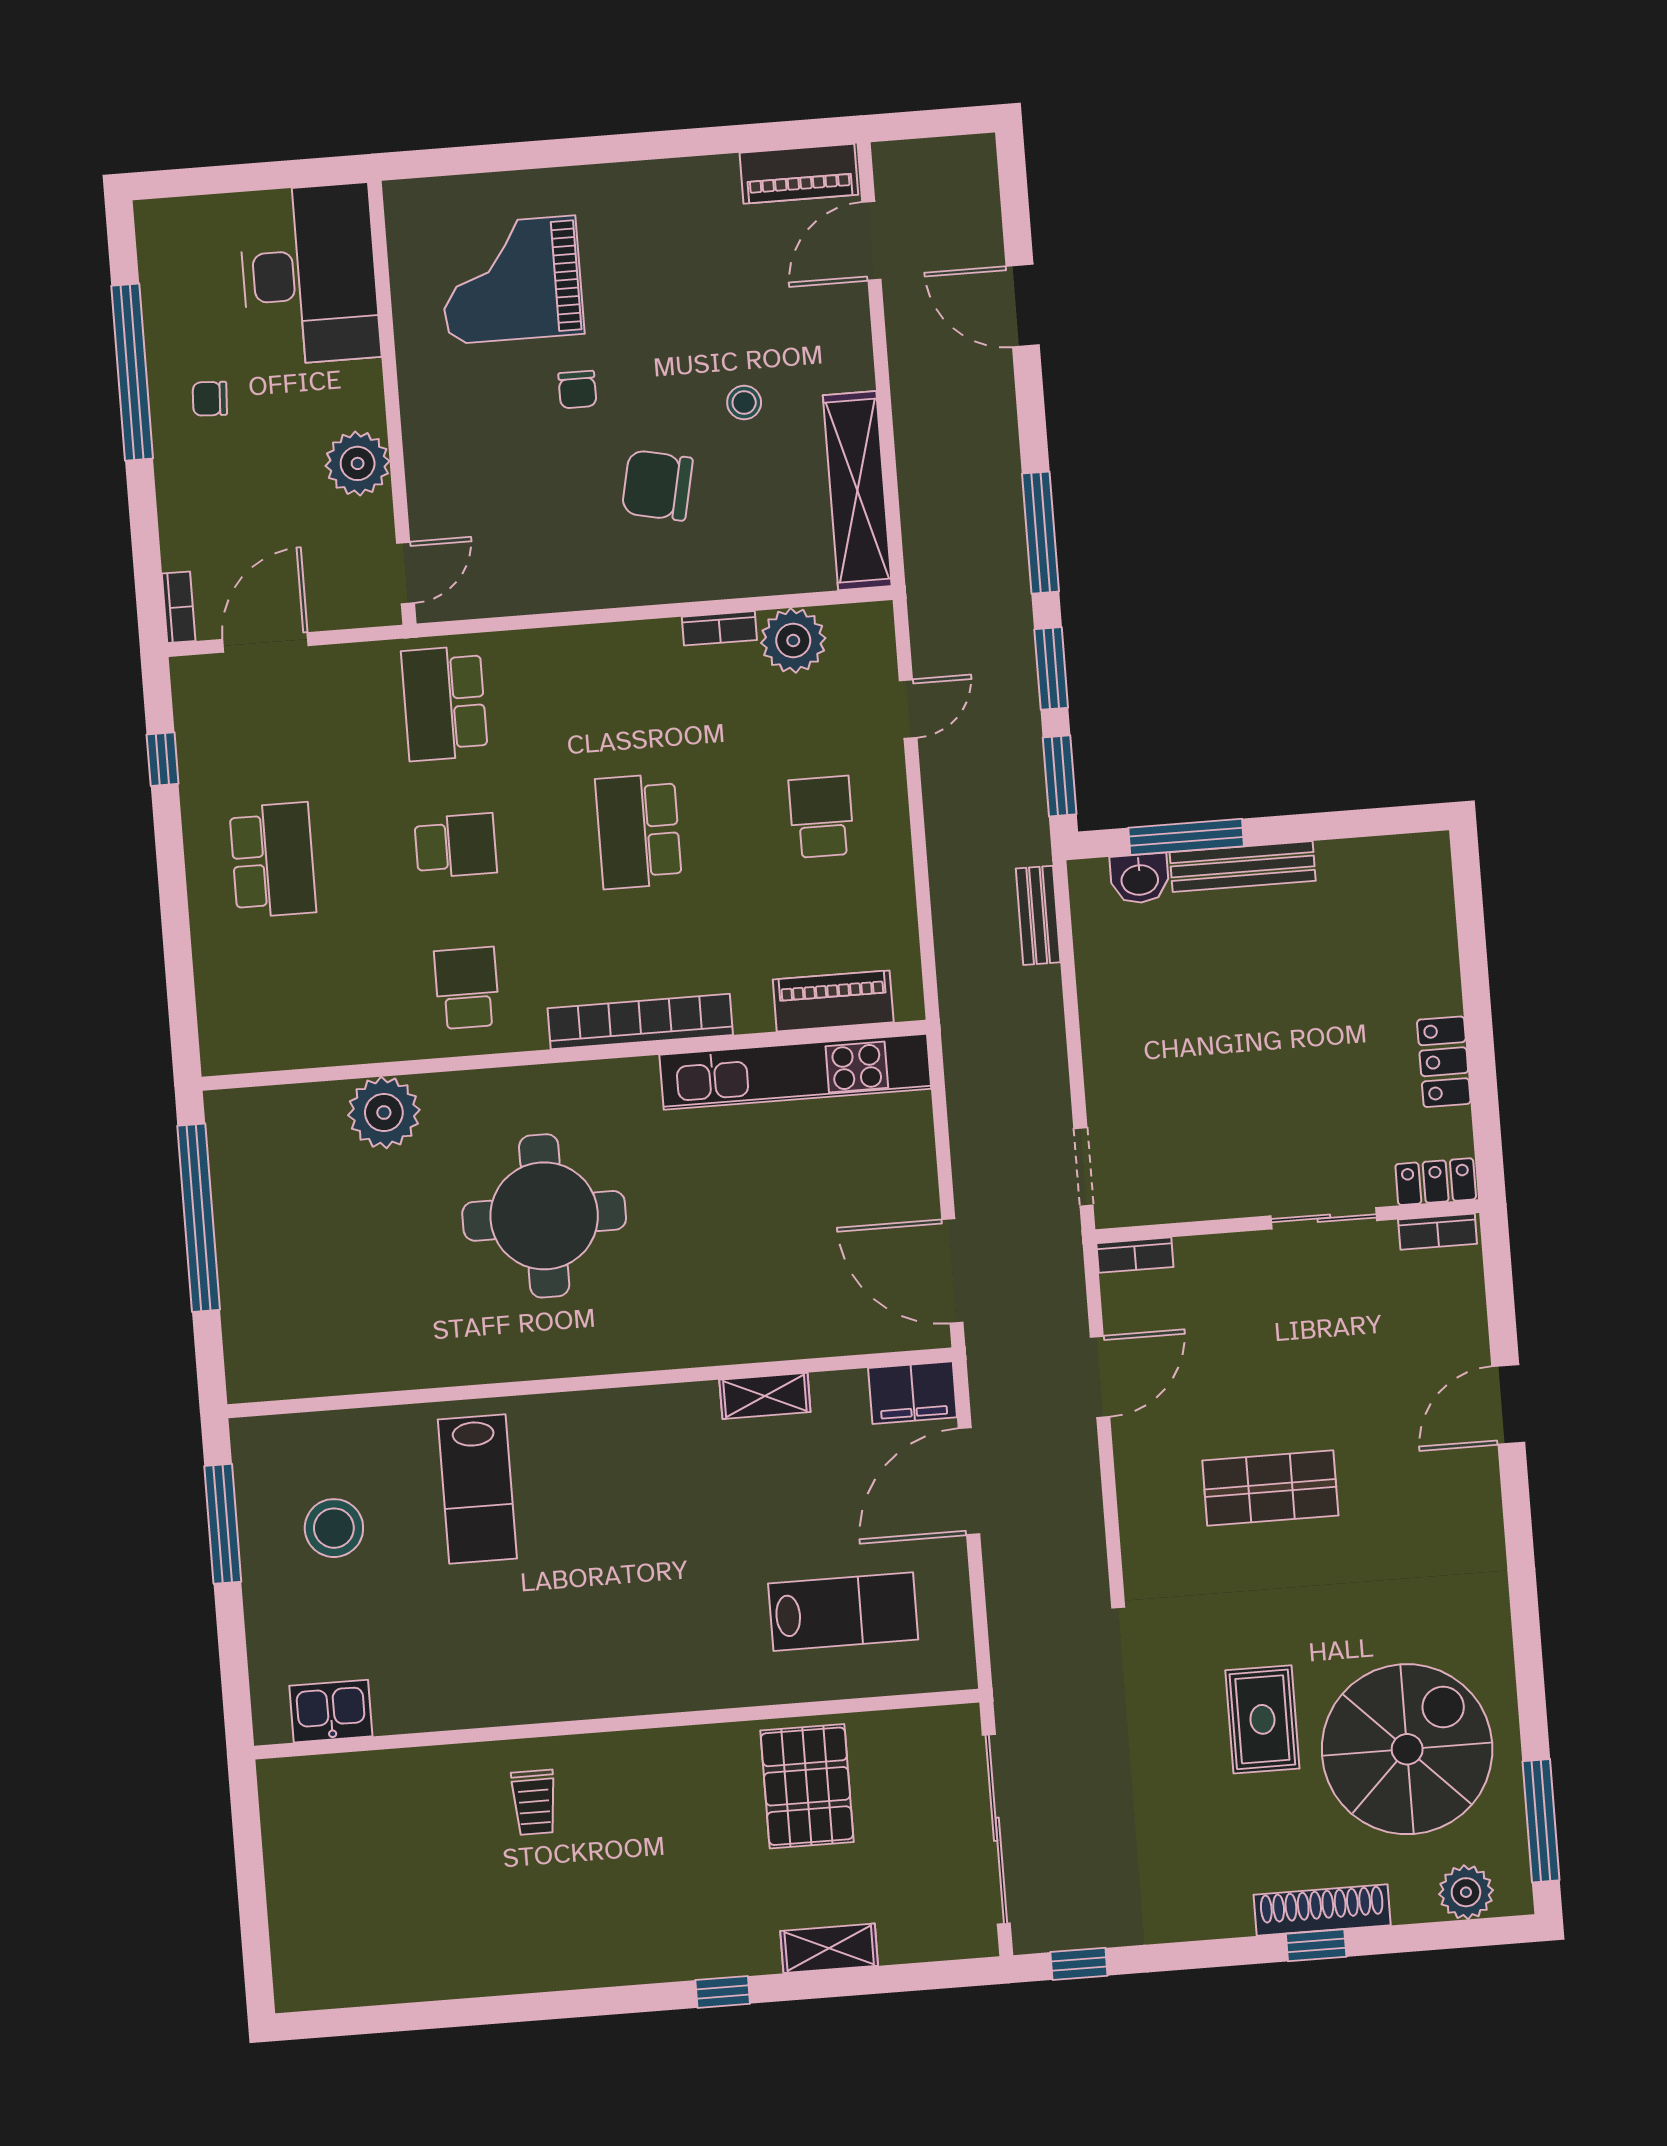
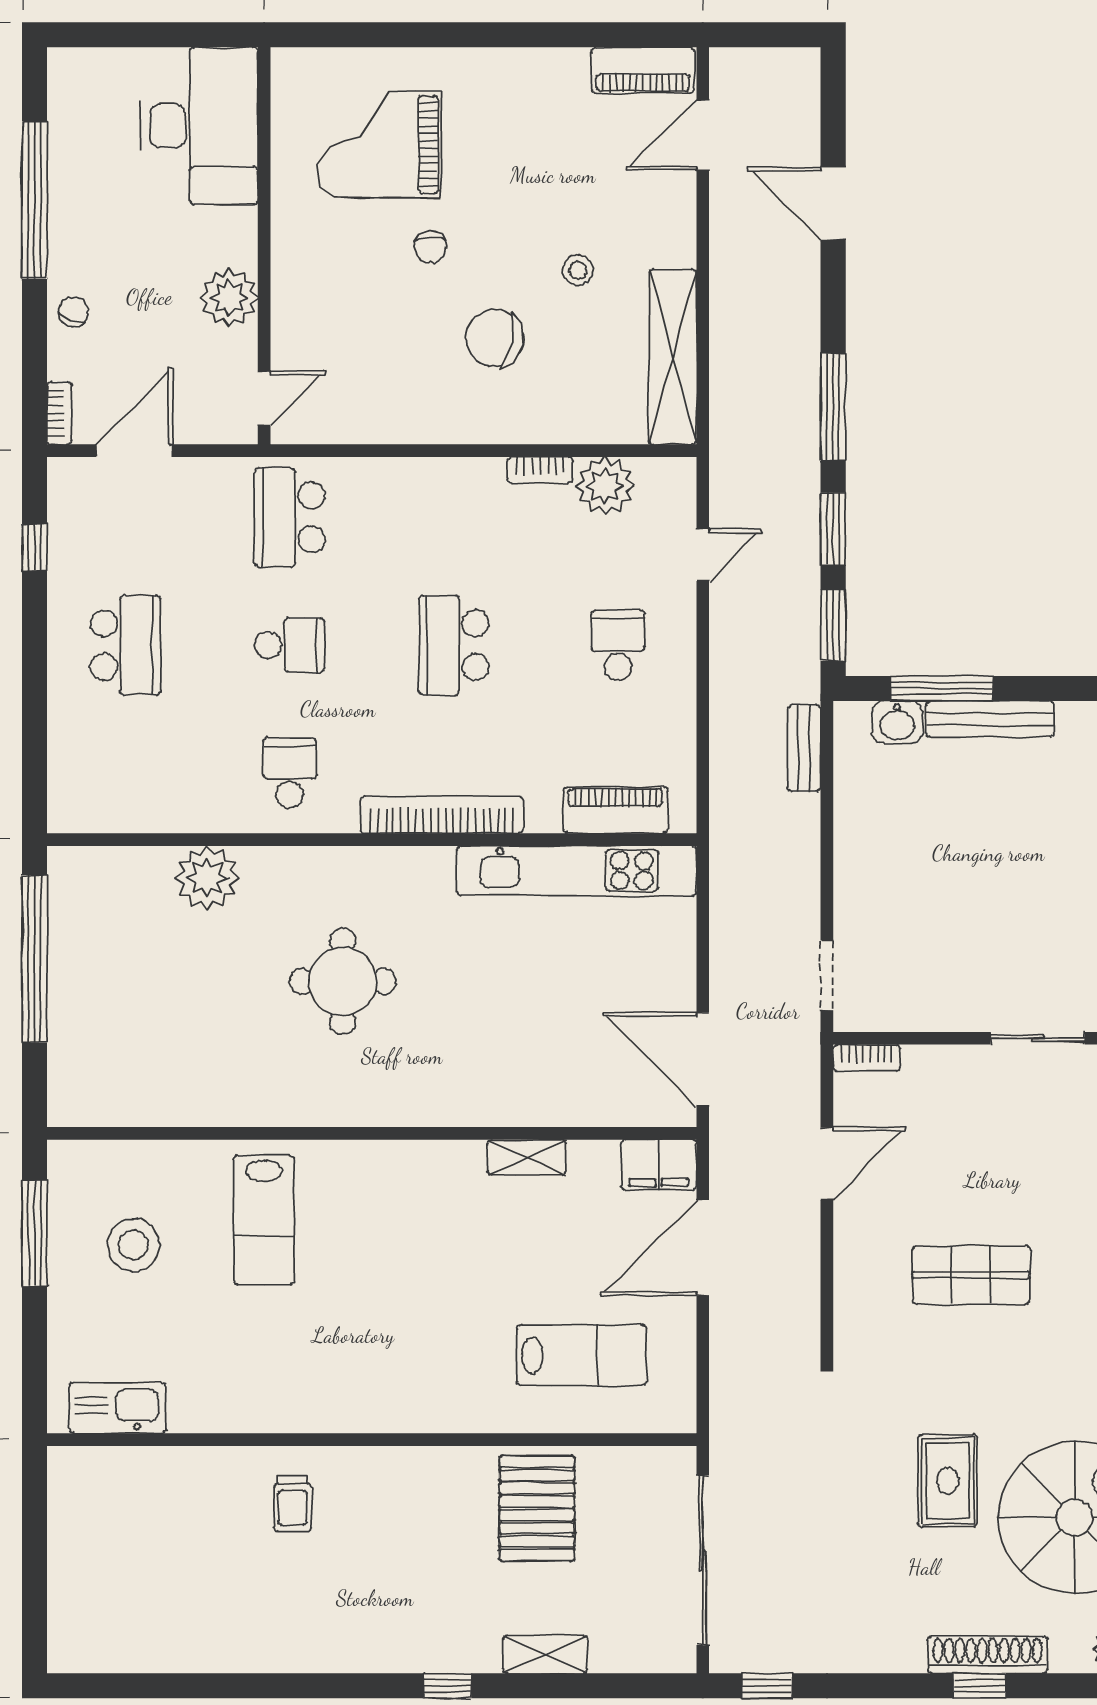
chair: (210, 399) -> (73, 312), moved, turned 107
round table: (544, 1216) -> (343, 981), width x0.73, depth x0.73
kitchen sink: (331, 1711) -> (118, 1408), width x1.38

